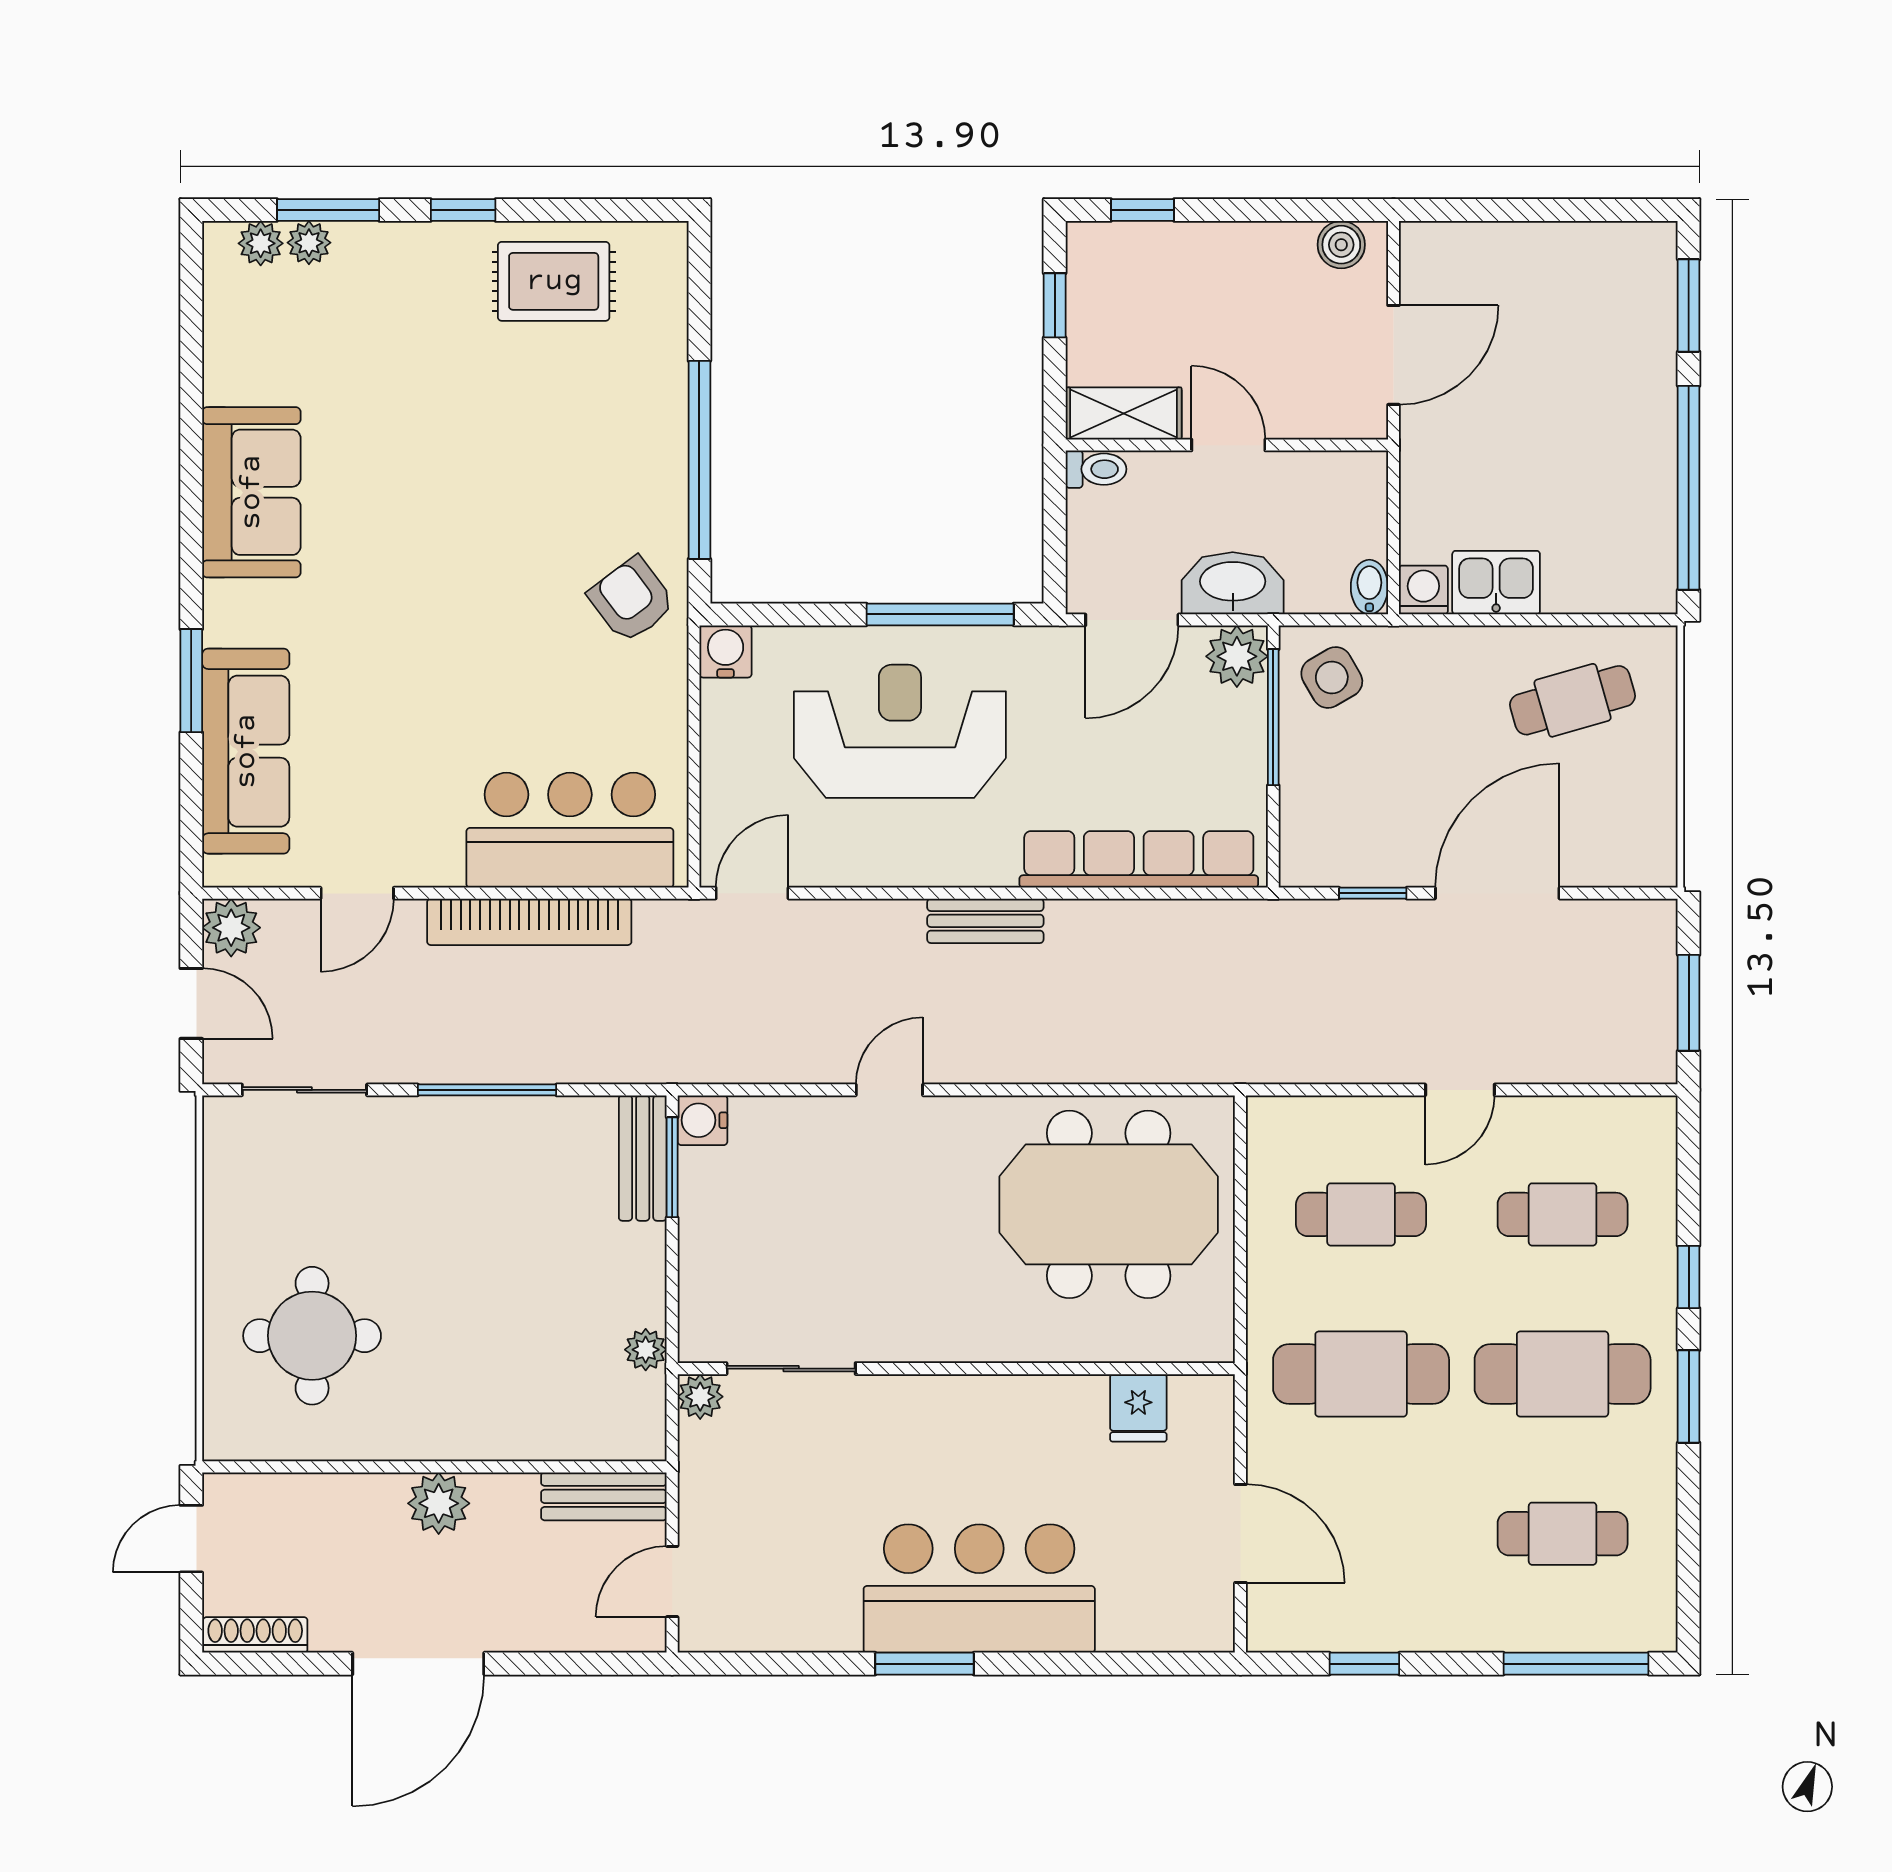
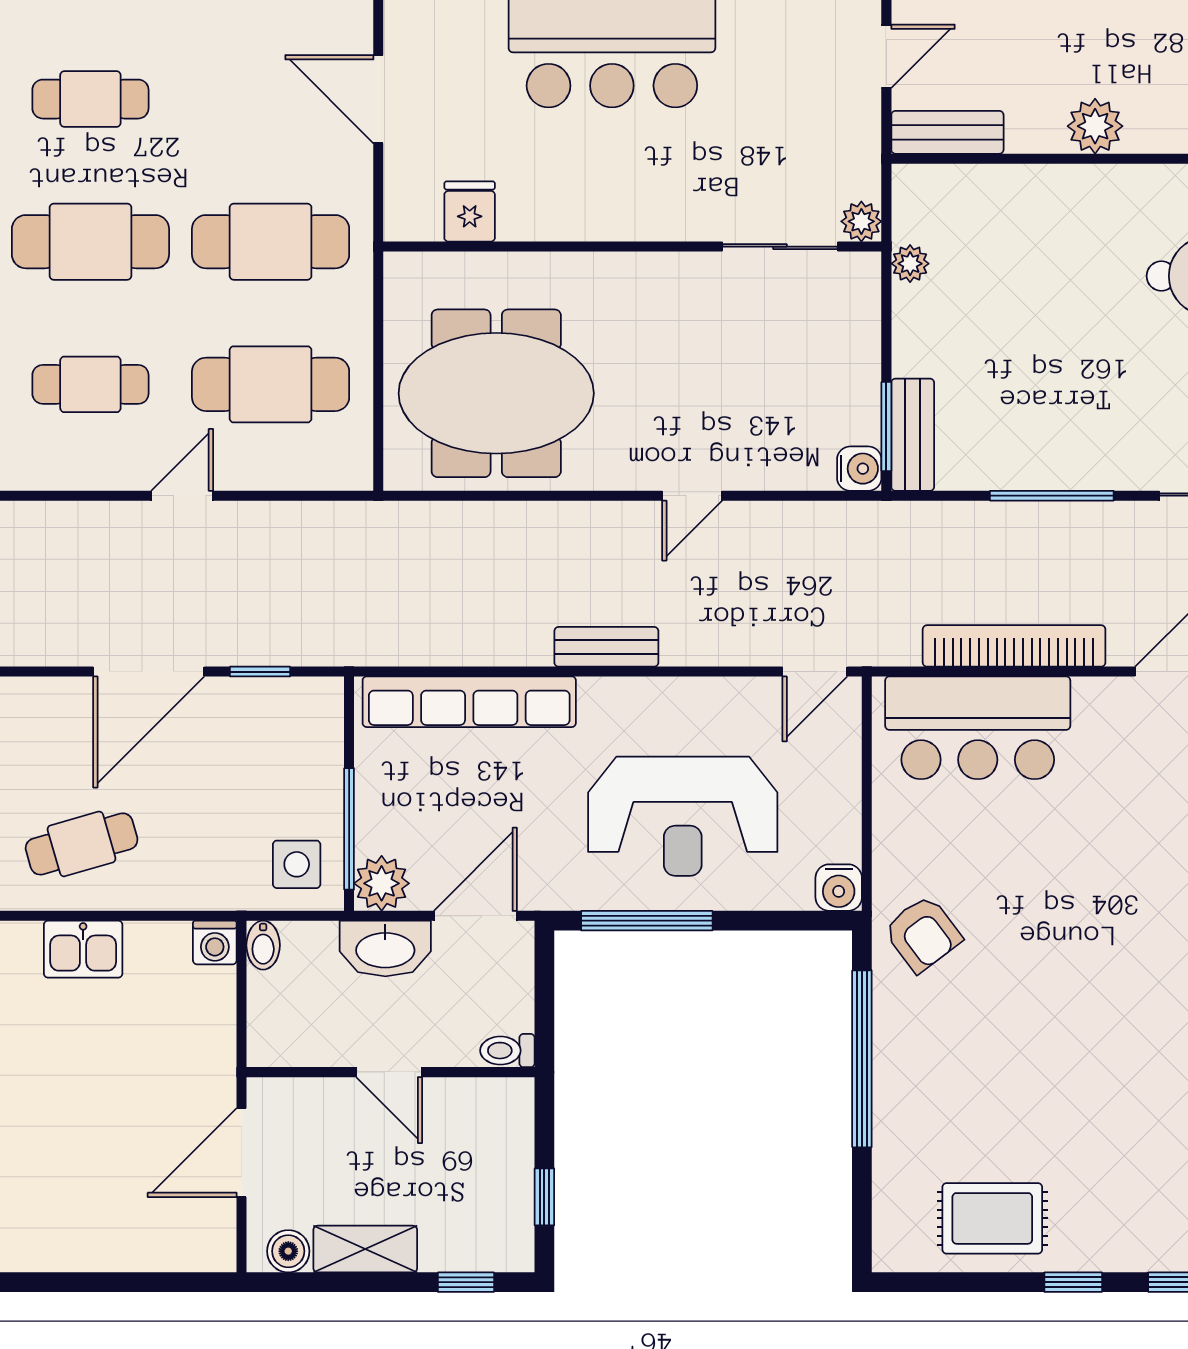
shelving: (1124, 413) -> (365, 1249), moved
kitchen sink: (1496, 583) -> (83, 949), moved
side table: (1332, 678) -> (297, 864), turned 30
cafe table: (1361, 1214) -> (271, 384), width x1.37, depth x1.35

